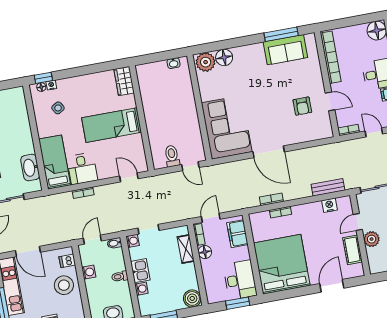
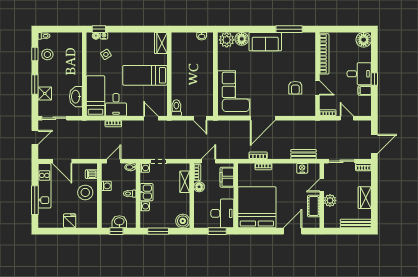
sofa: (285, 50) -> (265, 42), moved
door: (269, 152) -> (263, 118), hinge flipped
toilet: (172, 156) -> (176, 108), moved

